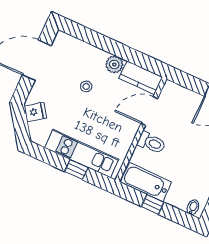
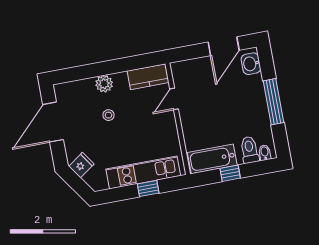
plant: (114, 64) -> (104, 84), moved
door: (149, 111) -> (174, 99), width x0.73
toilet: (151, 143) -> (250, 150), moved, turned -90

